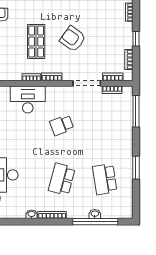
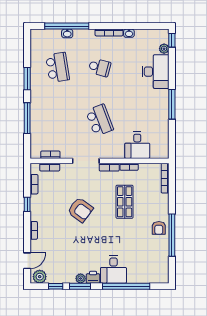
armchair: (73, 39) -> (80, 210), moved
doorway: (87, 83) -> (86, 161), moved
desk: (28, 99) -> (137, 145), width x0.73
window: (136, 111) -> (27, 118), moved
school desk: (62, 125) -> (100, 120), width x1.85
school desk: (62, 179) -> (100, 67), width x0.54

